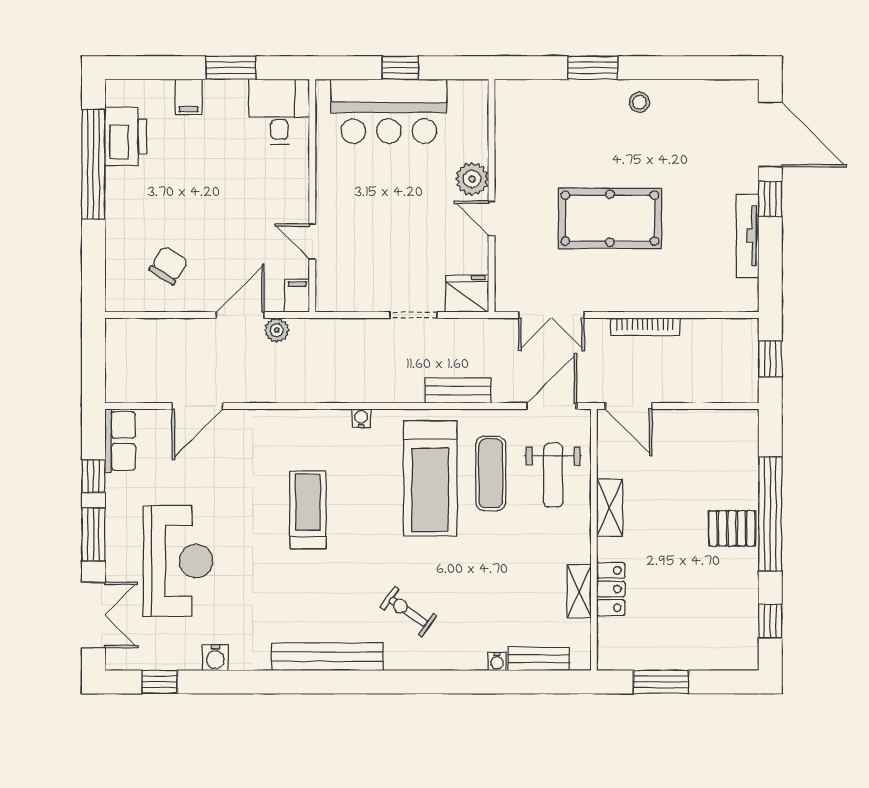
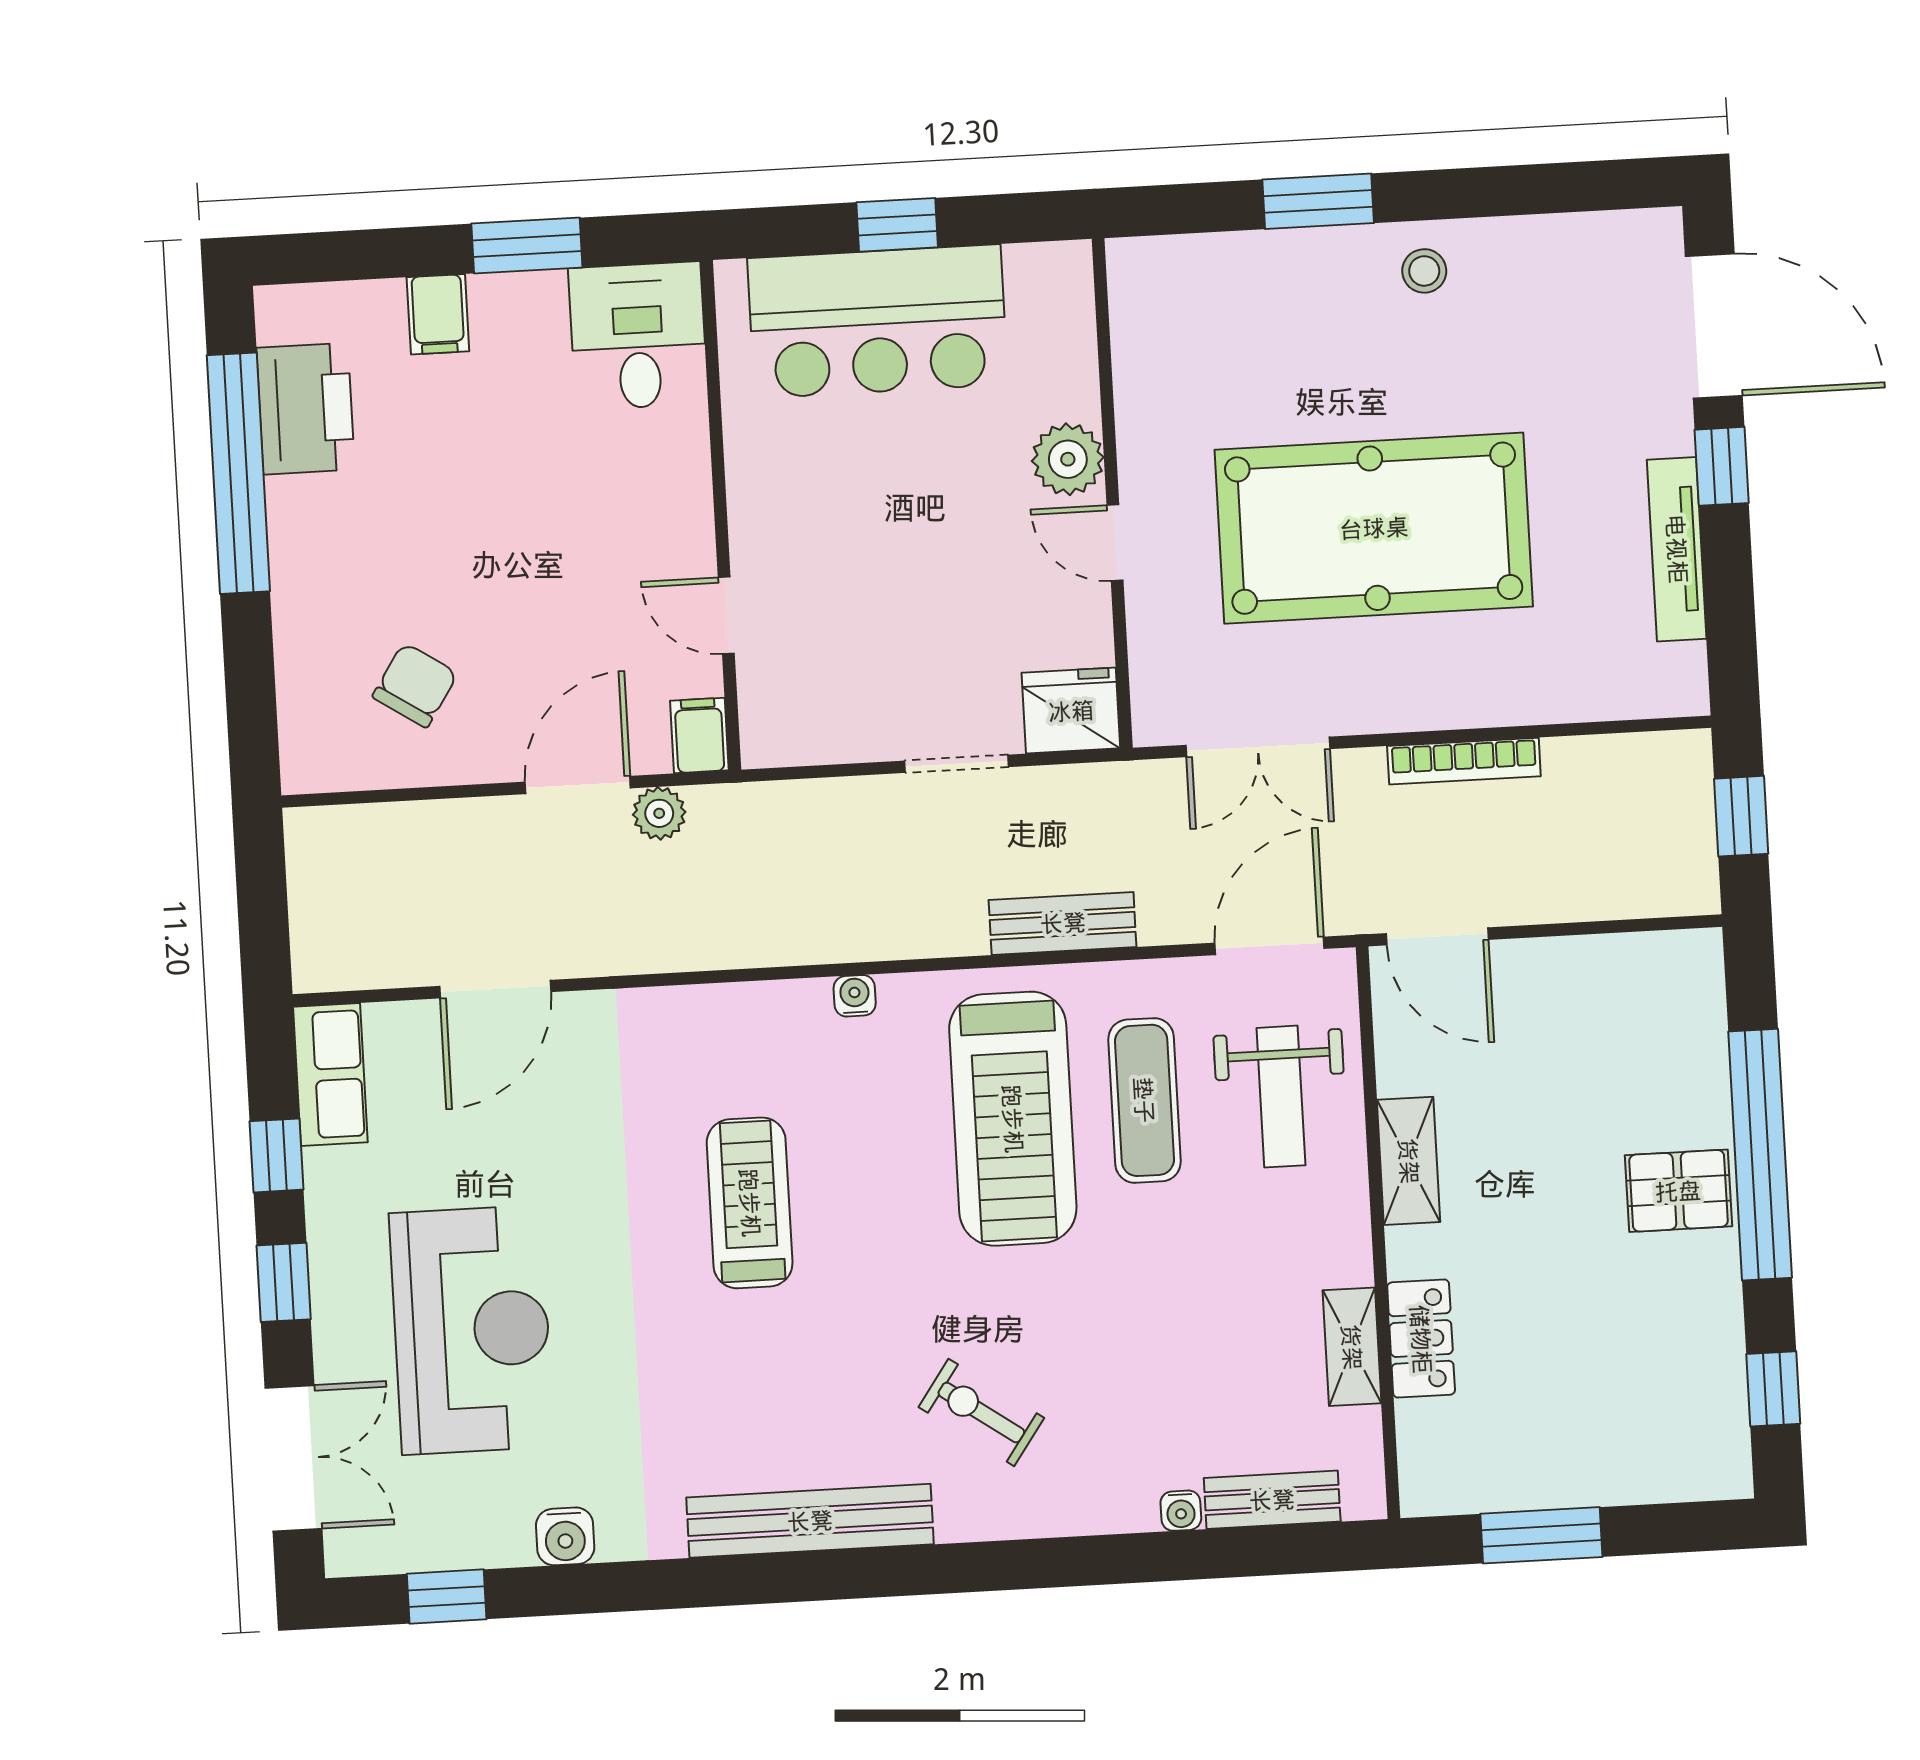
pool table: (610, 218) -> (1374, 528), width x1.36, depth x1.32
window: (93, 534) -> (284, 1282), width x0.67

